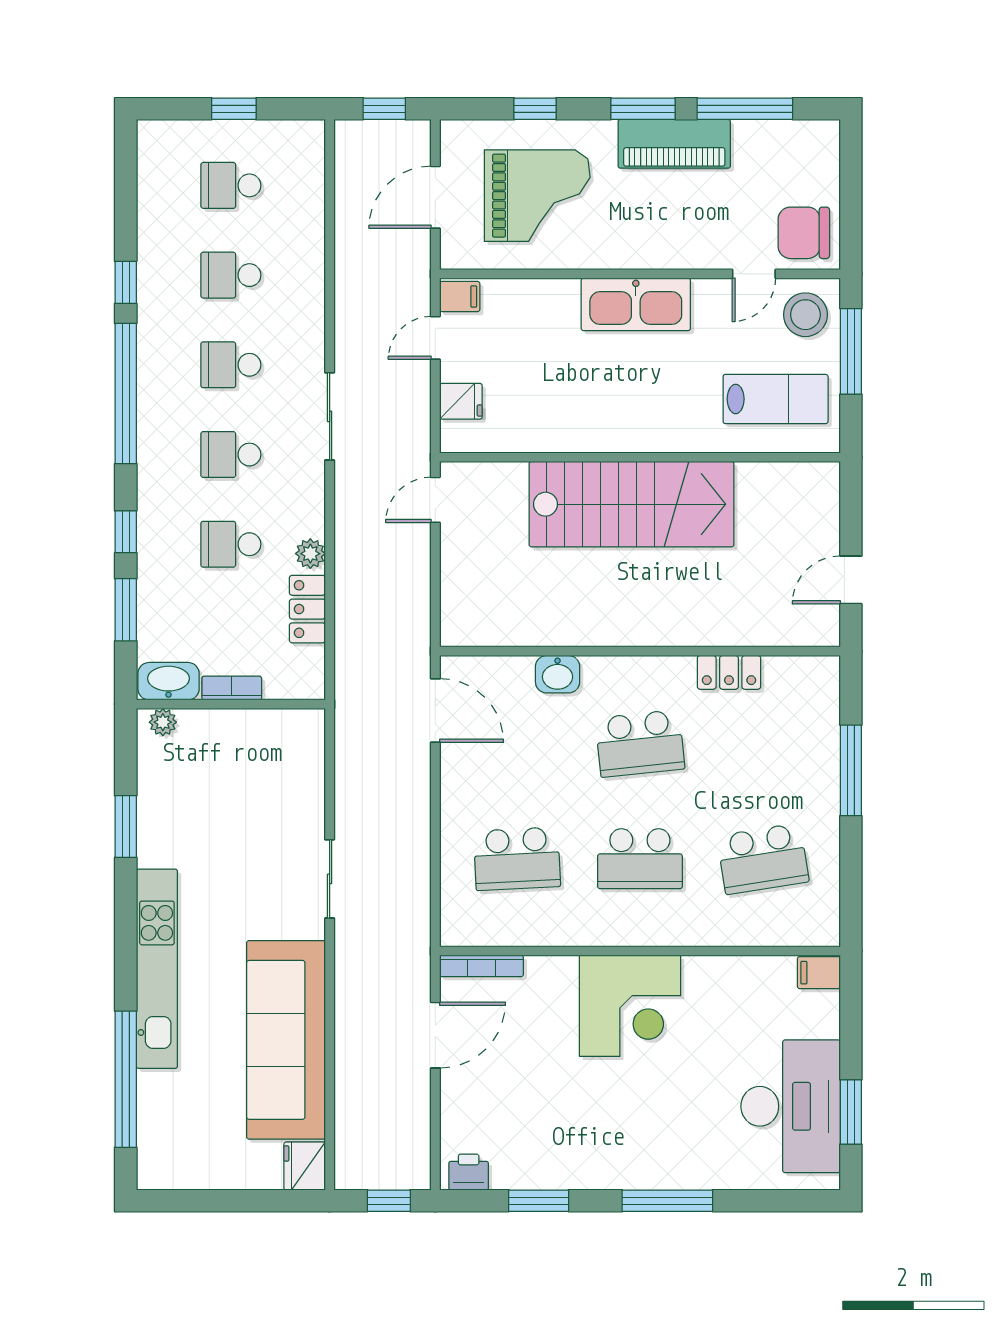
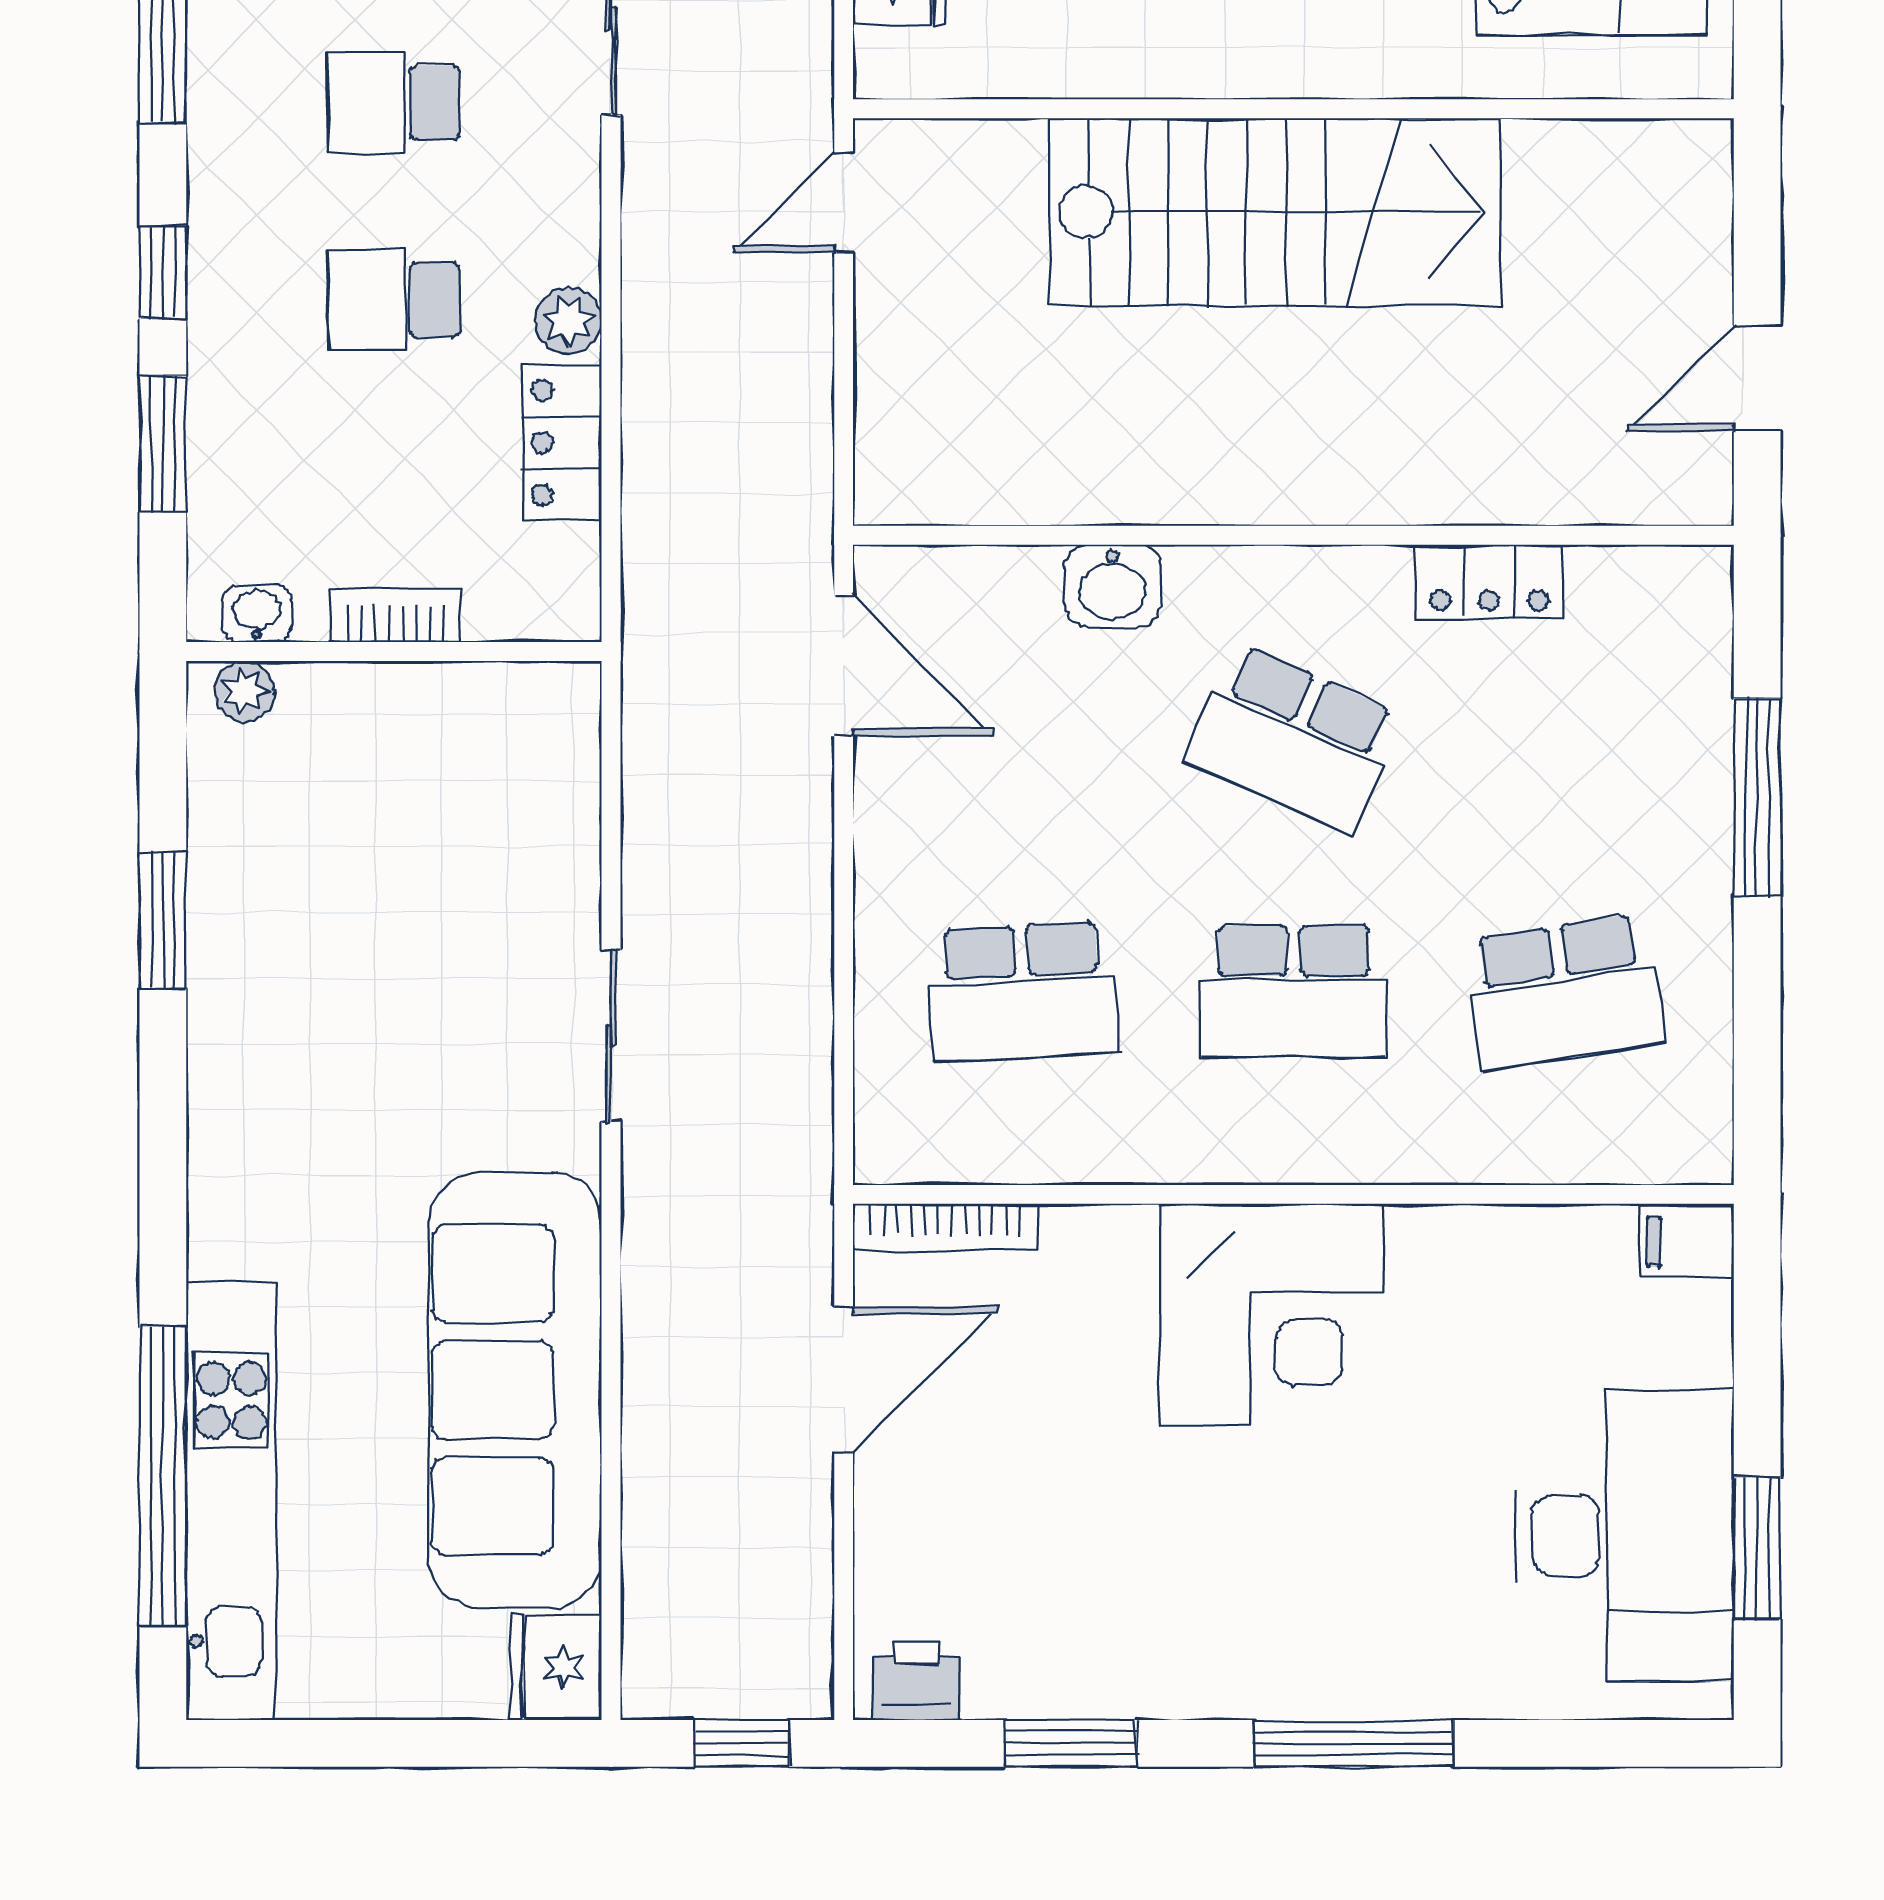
washbasin: (169, 681) -> (257, 614), width x0.52, depth x0.69
school desk: (640, 744) -> (1293, 738), turned 30
kitchen unit: (157, 969) -> (231, 1501), moved

